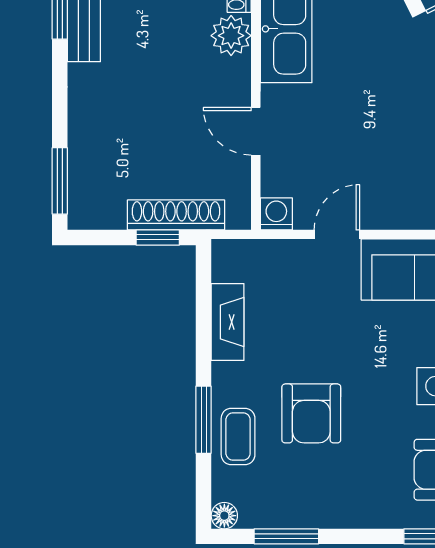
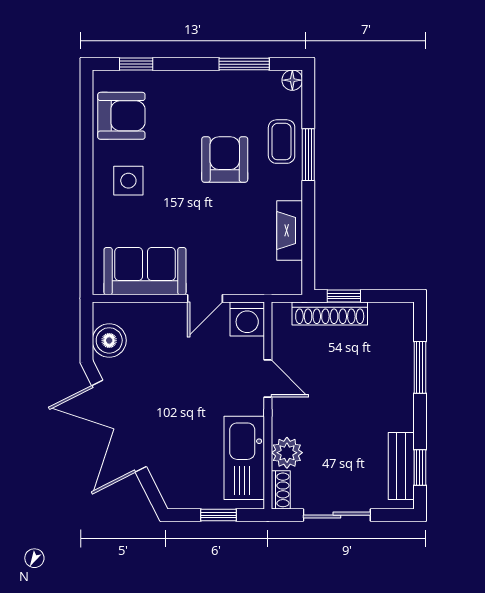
window: (60, 181) -> (420, 367), moved
washing machine: (276, 214) -> (247, 319), width x1.38, depth x1.38

